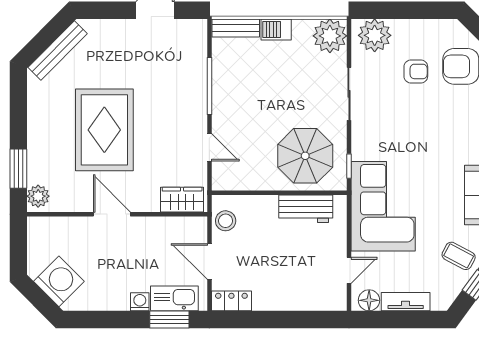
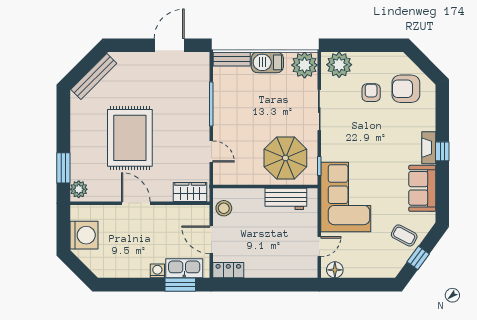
barbecue: (276, 30) -> (267, 62), width x1.38, depth x1.27
armchair: (416, 71) -> (371, 93), turned -90
washing machine: (59, 281) -> (84, 235), moved, turned 45
tv unit: (406, 302) -> (363, 271), removed

